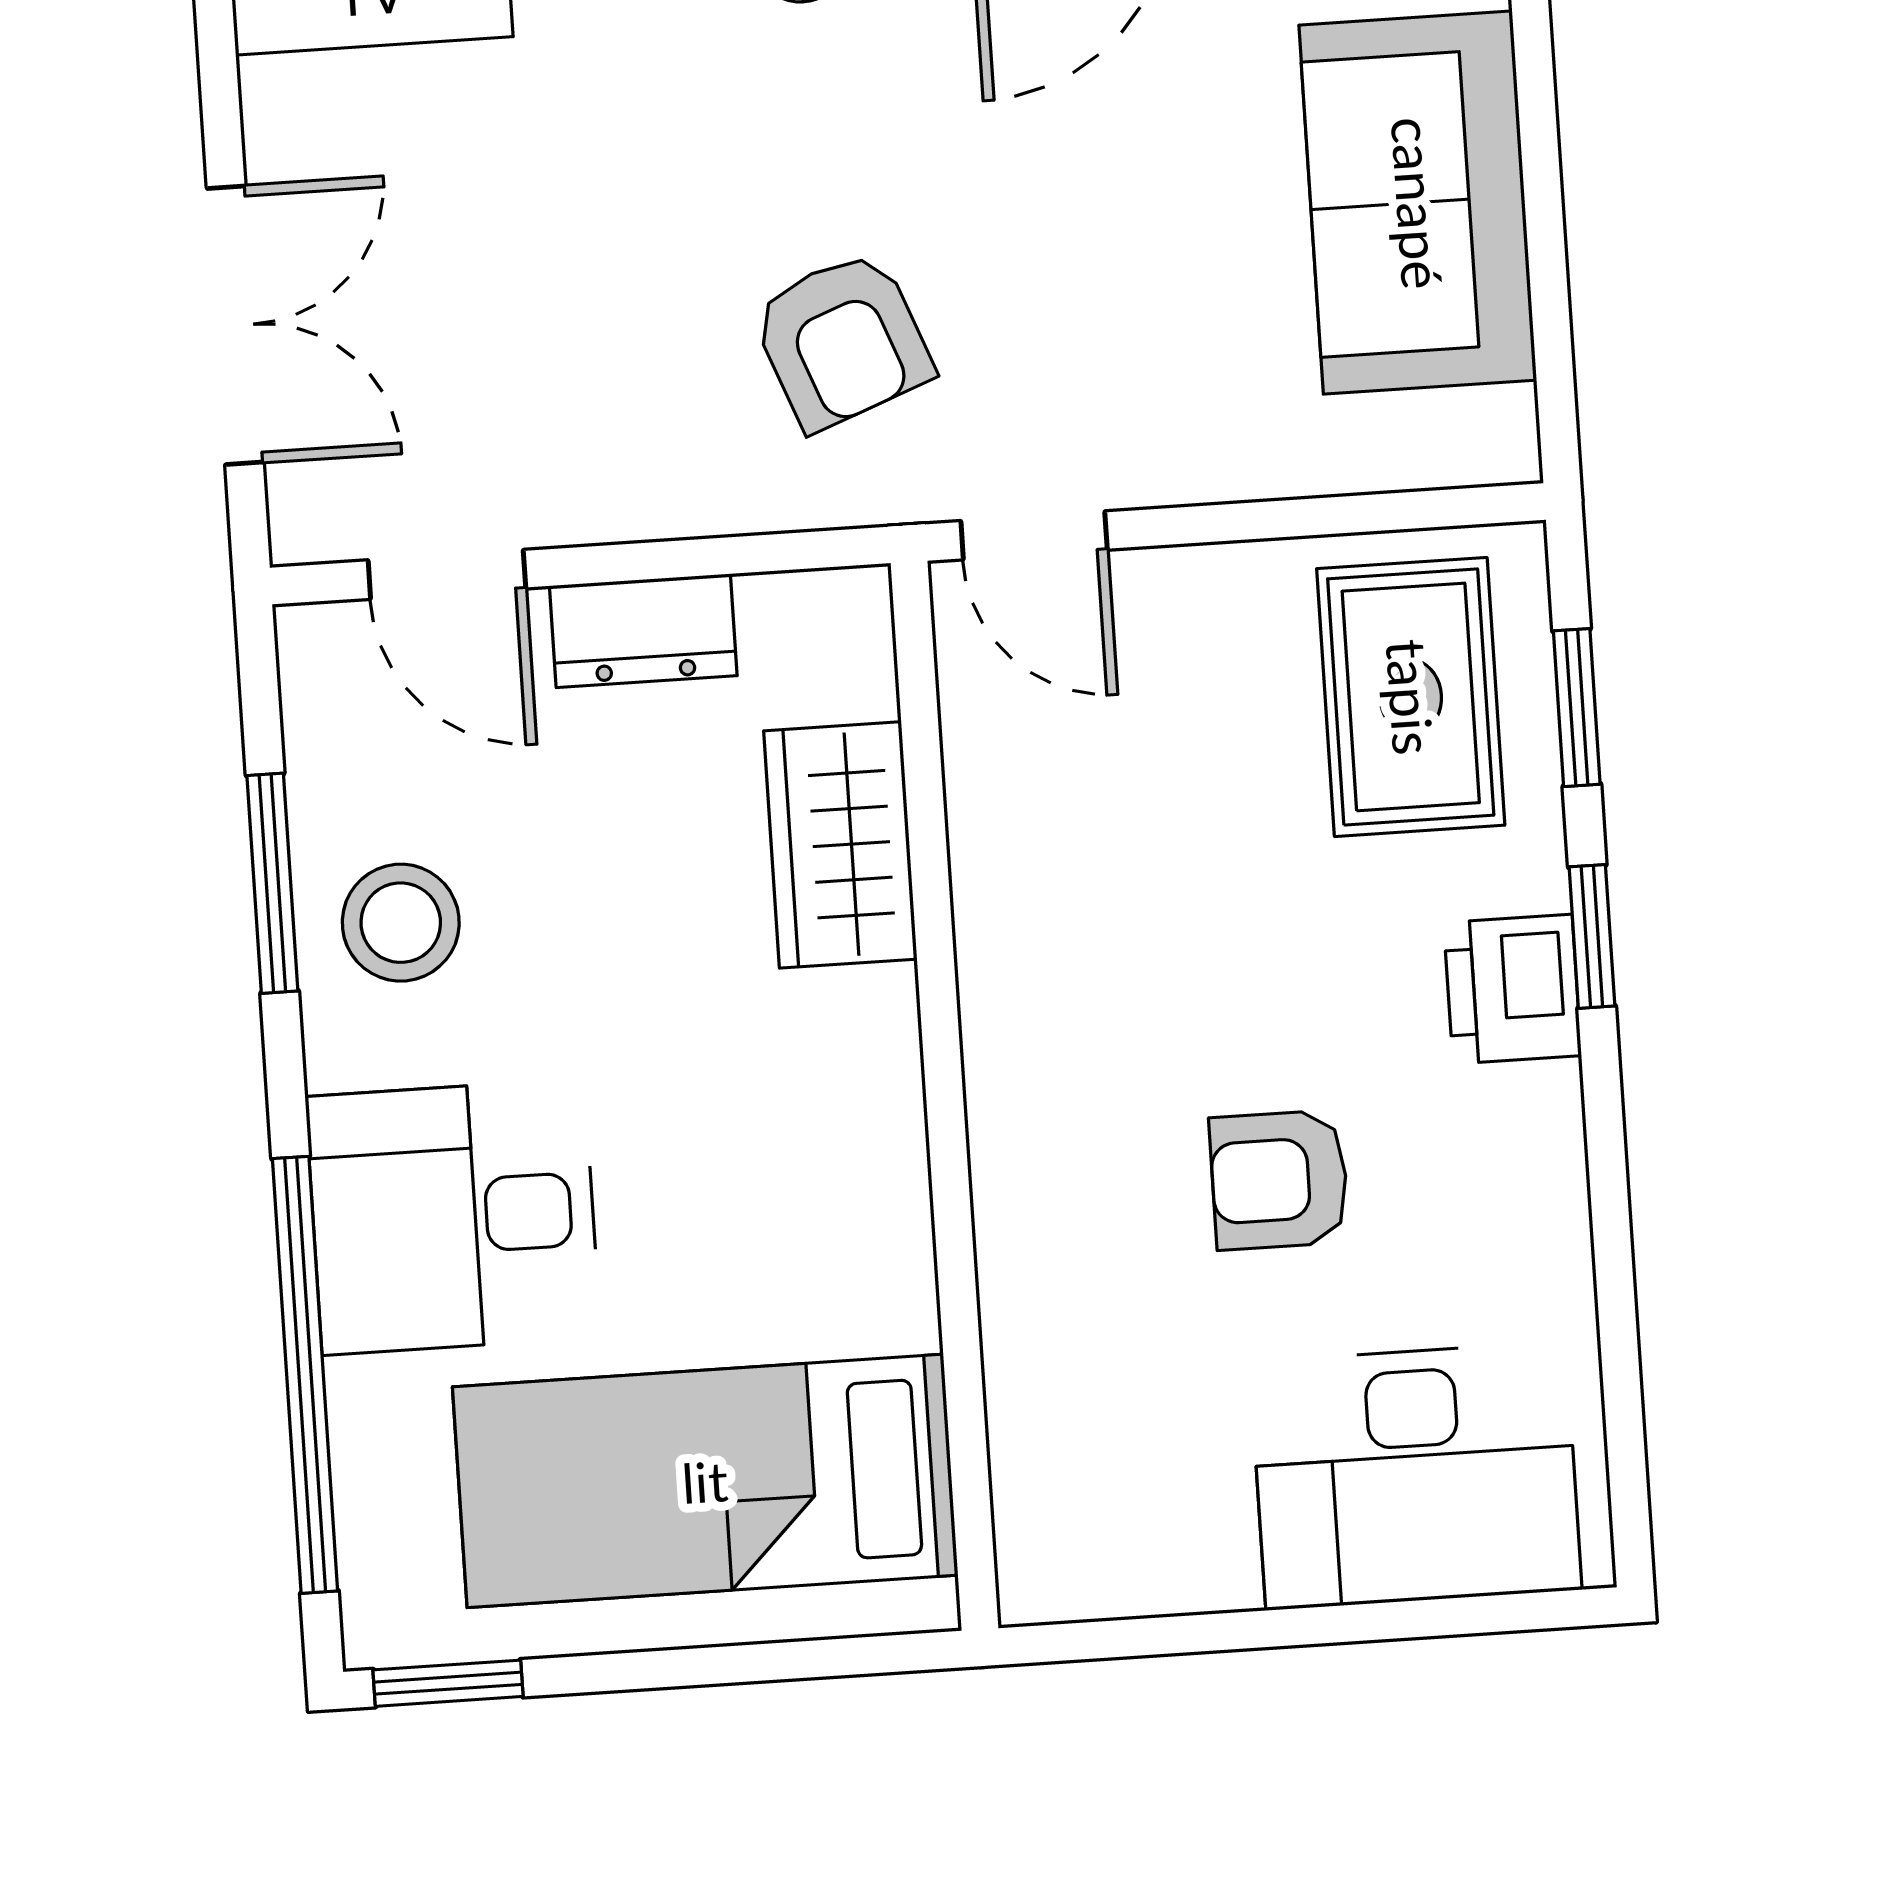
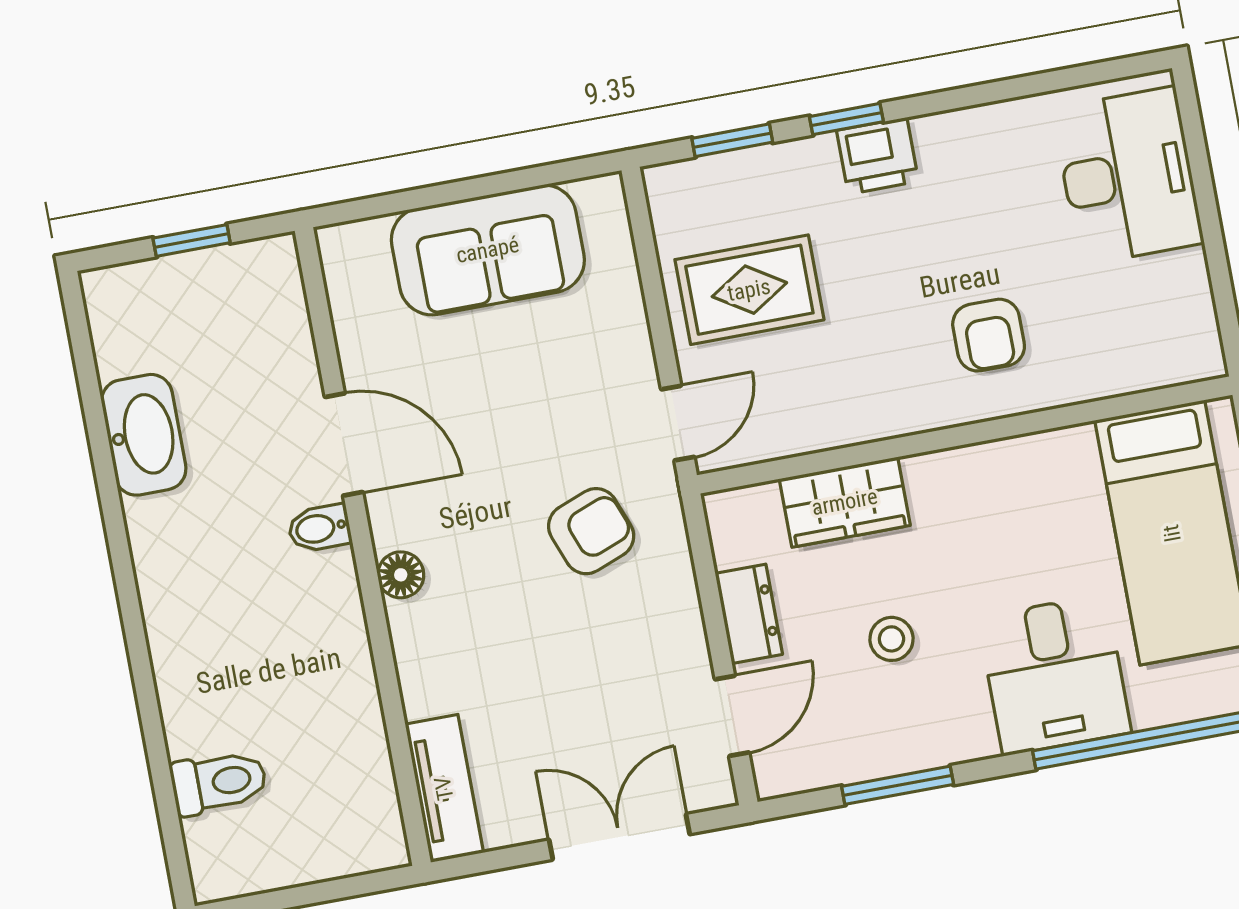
rug: (1411, 697) -> (749, 290), moved
stool: (401, 923) -> (891, 639), moved, width x0.73, depth x0.73
armchair: (1279, 1180) -> (989, 335), moved

